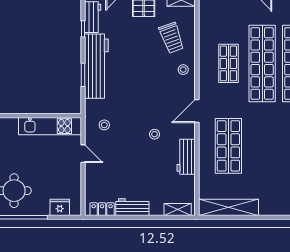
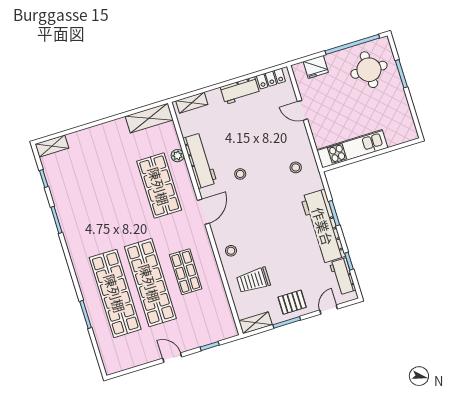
trolley: (172, 38) -> (253, 280), turned -70
door: (83, 154) -> (303, 110), moved
workbench: (186, 157) -> (200, 161), width x1.37
plant: (204, 167) -> (178, 156), added
shelving: (228, 207) -> (149, 118), width x0.68

